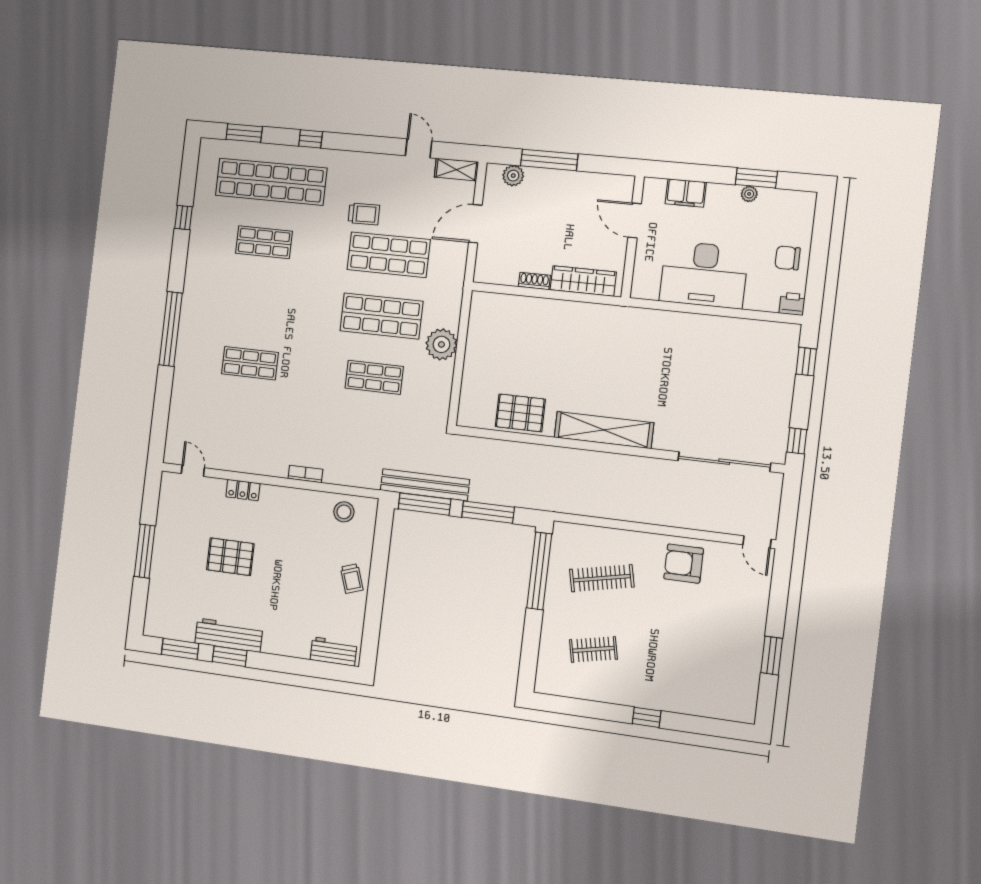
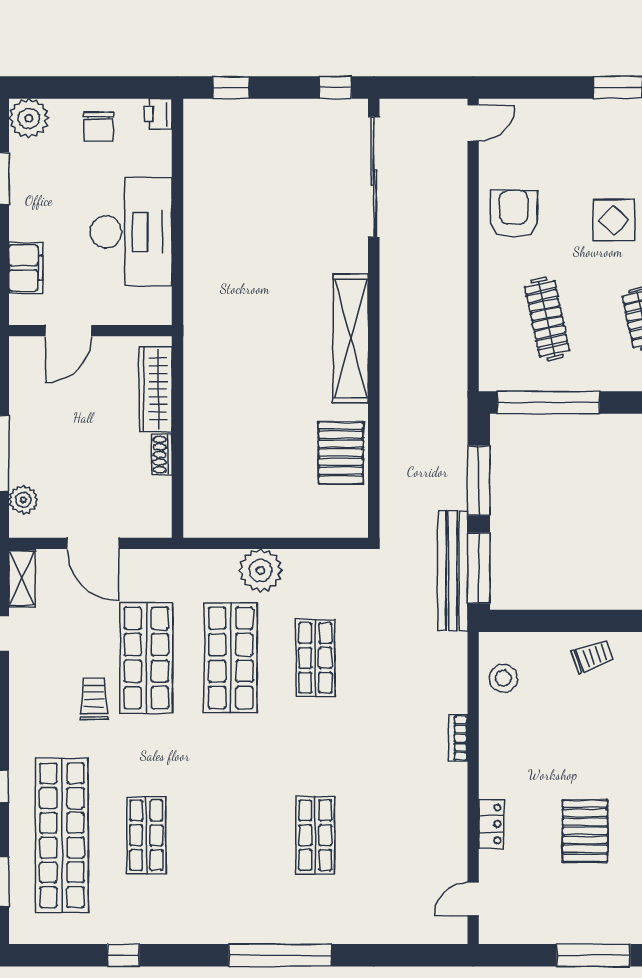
plant: (749, 194) -> (29, 118), moved, width x1.88, depth x1.88
armchair: (684, 564) -> (514, 214), turned 180
display table: (670, 638) -> (614, 220), added

